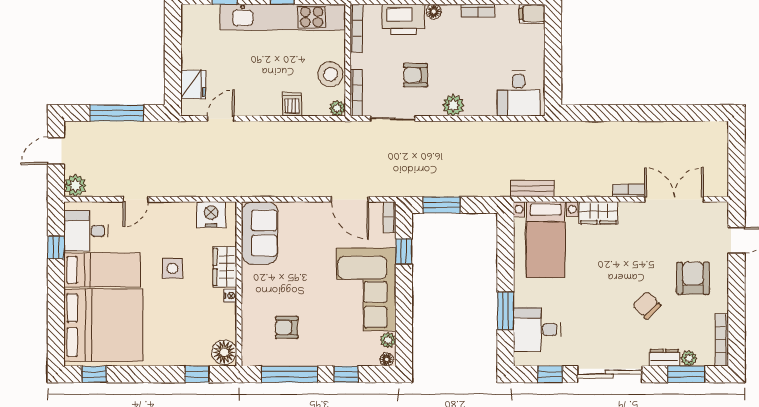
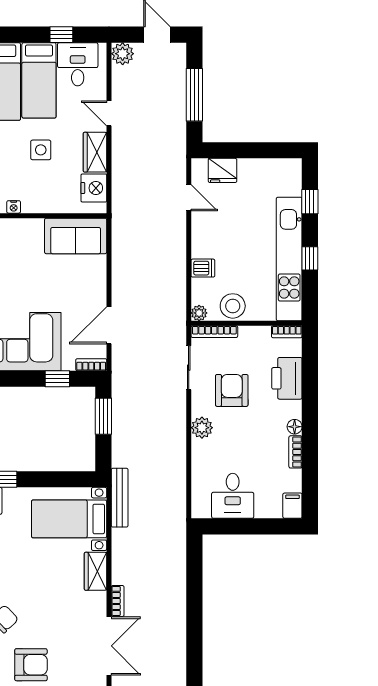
floor lamp: (434, 12) -> (295, 427), moved
bookcase: (356, 28) -> (287, 332), width x0.64
armchair: (416, 75) -> (232, 390), width x1.38, depth x1.38
desk: (519, 93) -> (233, 496), moved, turned -90
bench: (532, 188) -> (120, 498), width x1.36
wardrobe: (225, 267) -> (95, 152), moved, turned -90

